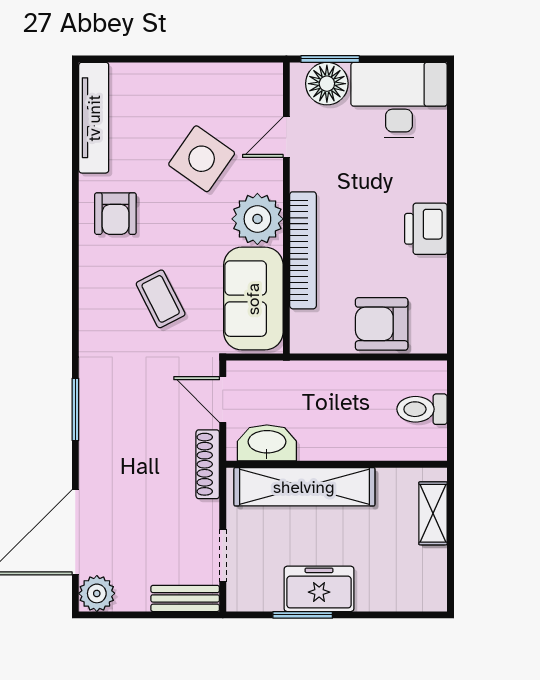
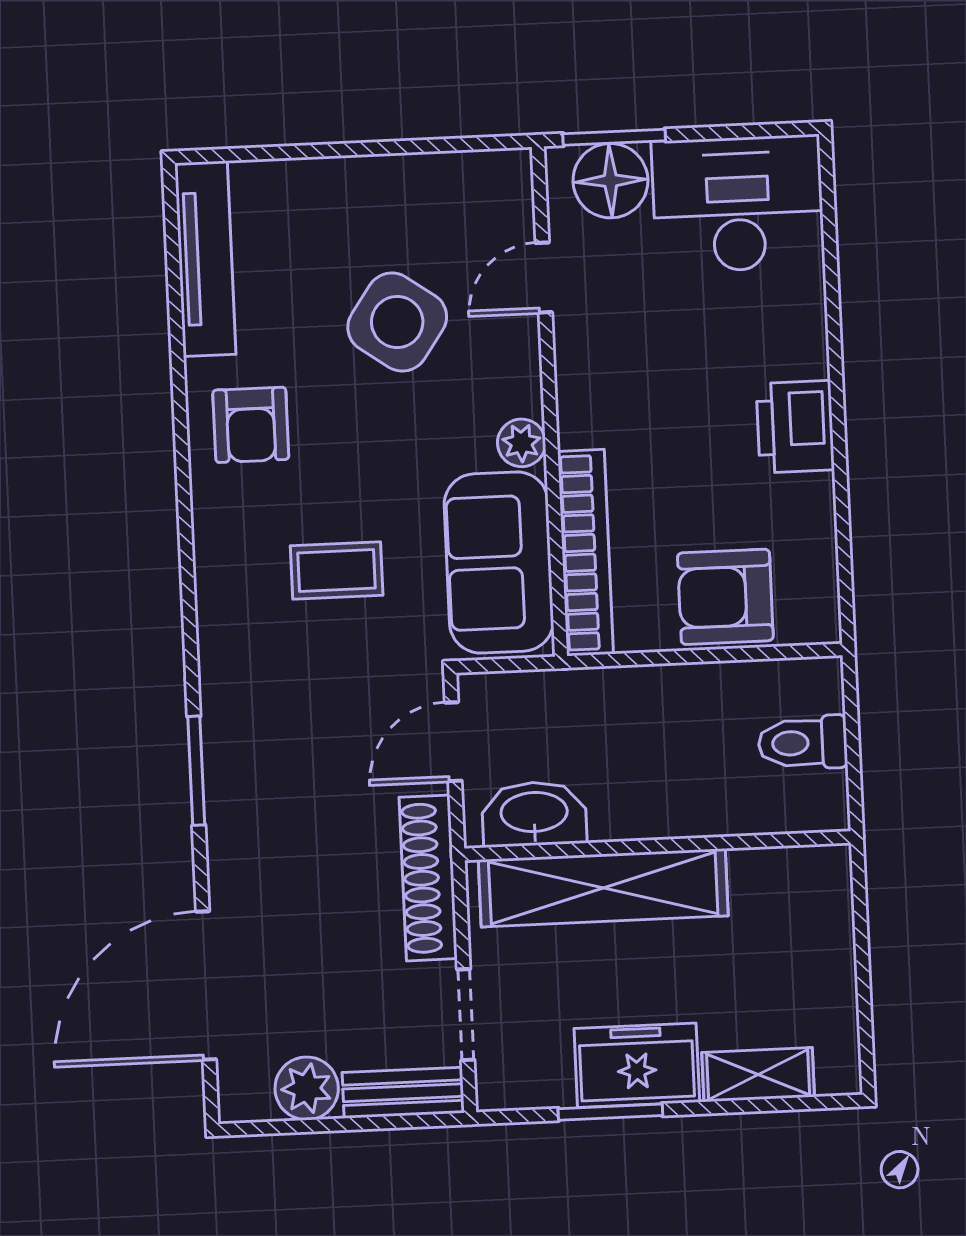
plant: (257, 219) -> (521, 443), width x0.53, depth x0.53
bookcase: (303, 250) -> (585, 553), moved
coffee table: (161, 299) -> (337, 571), turned -63
door: (223, 400) -> (453, 742), hinge flipped
shoe rack: (208, 464) -> (428, 878), width x1.36, depth x1.24
shelving: (433, 513) -> (758, 1075), moved, turned 90
plant: (97, 593) -> (307, 1088), moved

